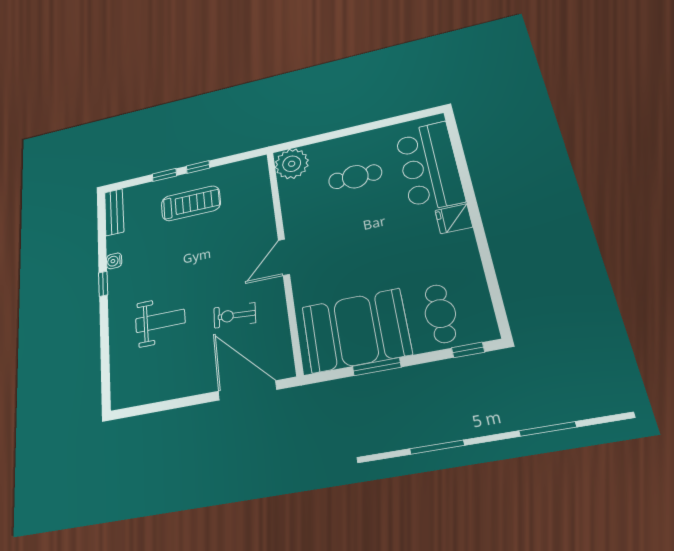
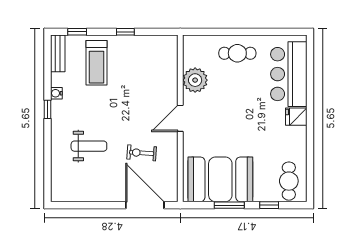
plant: (292, 164) -> (195, 80), moved
window: (164, 175) -> (77, 32), moved
cafe table: (355, 177) -> (237, 53), moved
treadmill: (191, 203) -> (96, 63), moved, turned 90
cafe table: (440, 314) -> (289, 181), moved
window: (468, 350) -> (269, 205), moved

